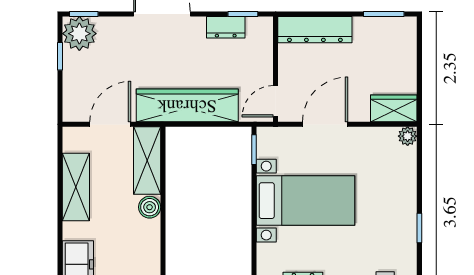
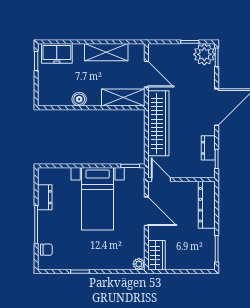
boiler: (150, 207) -> (79, 99), moved

